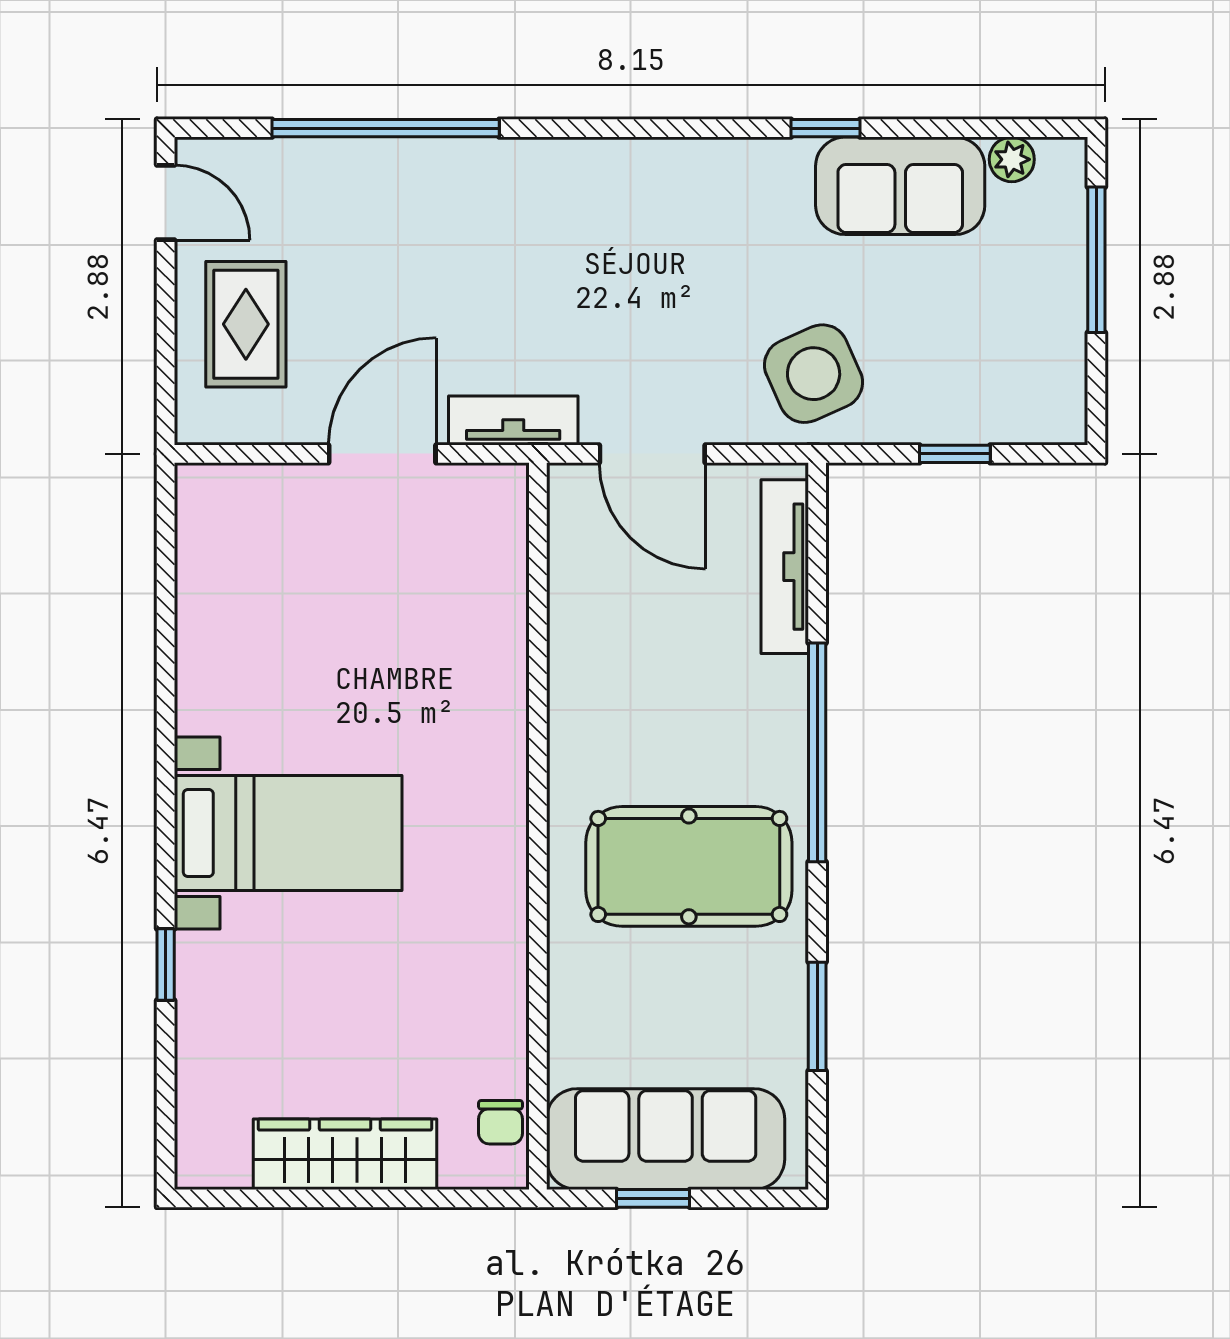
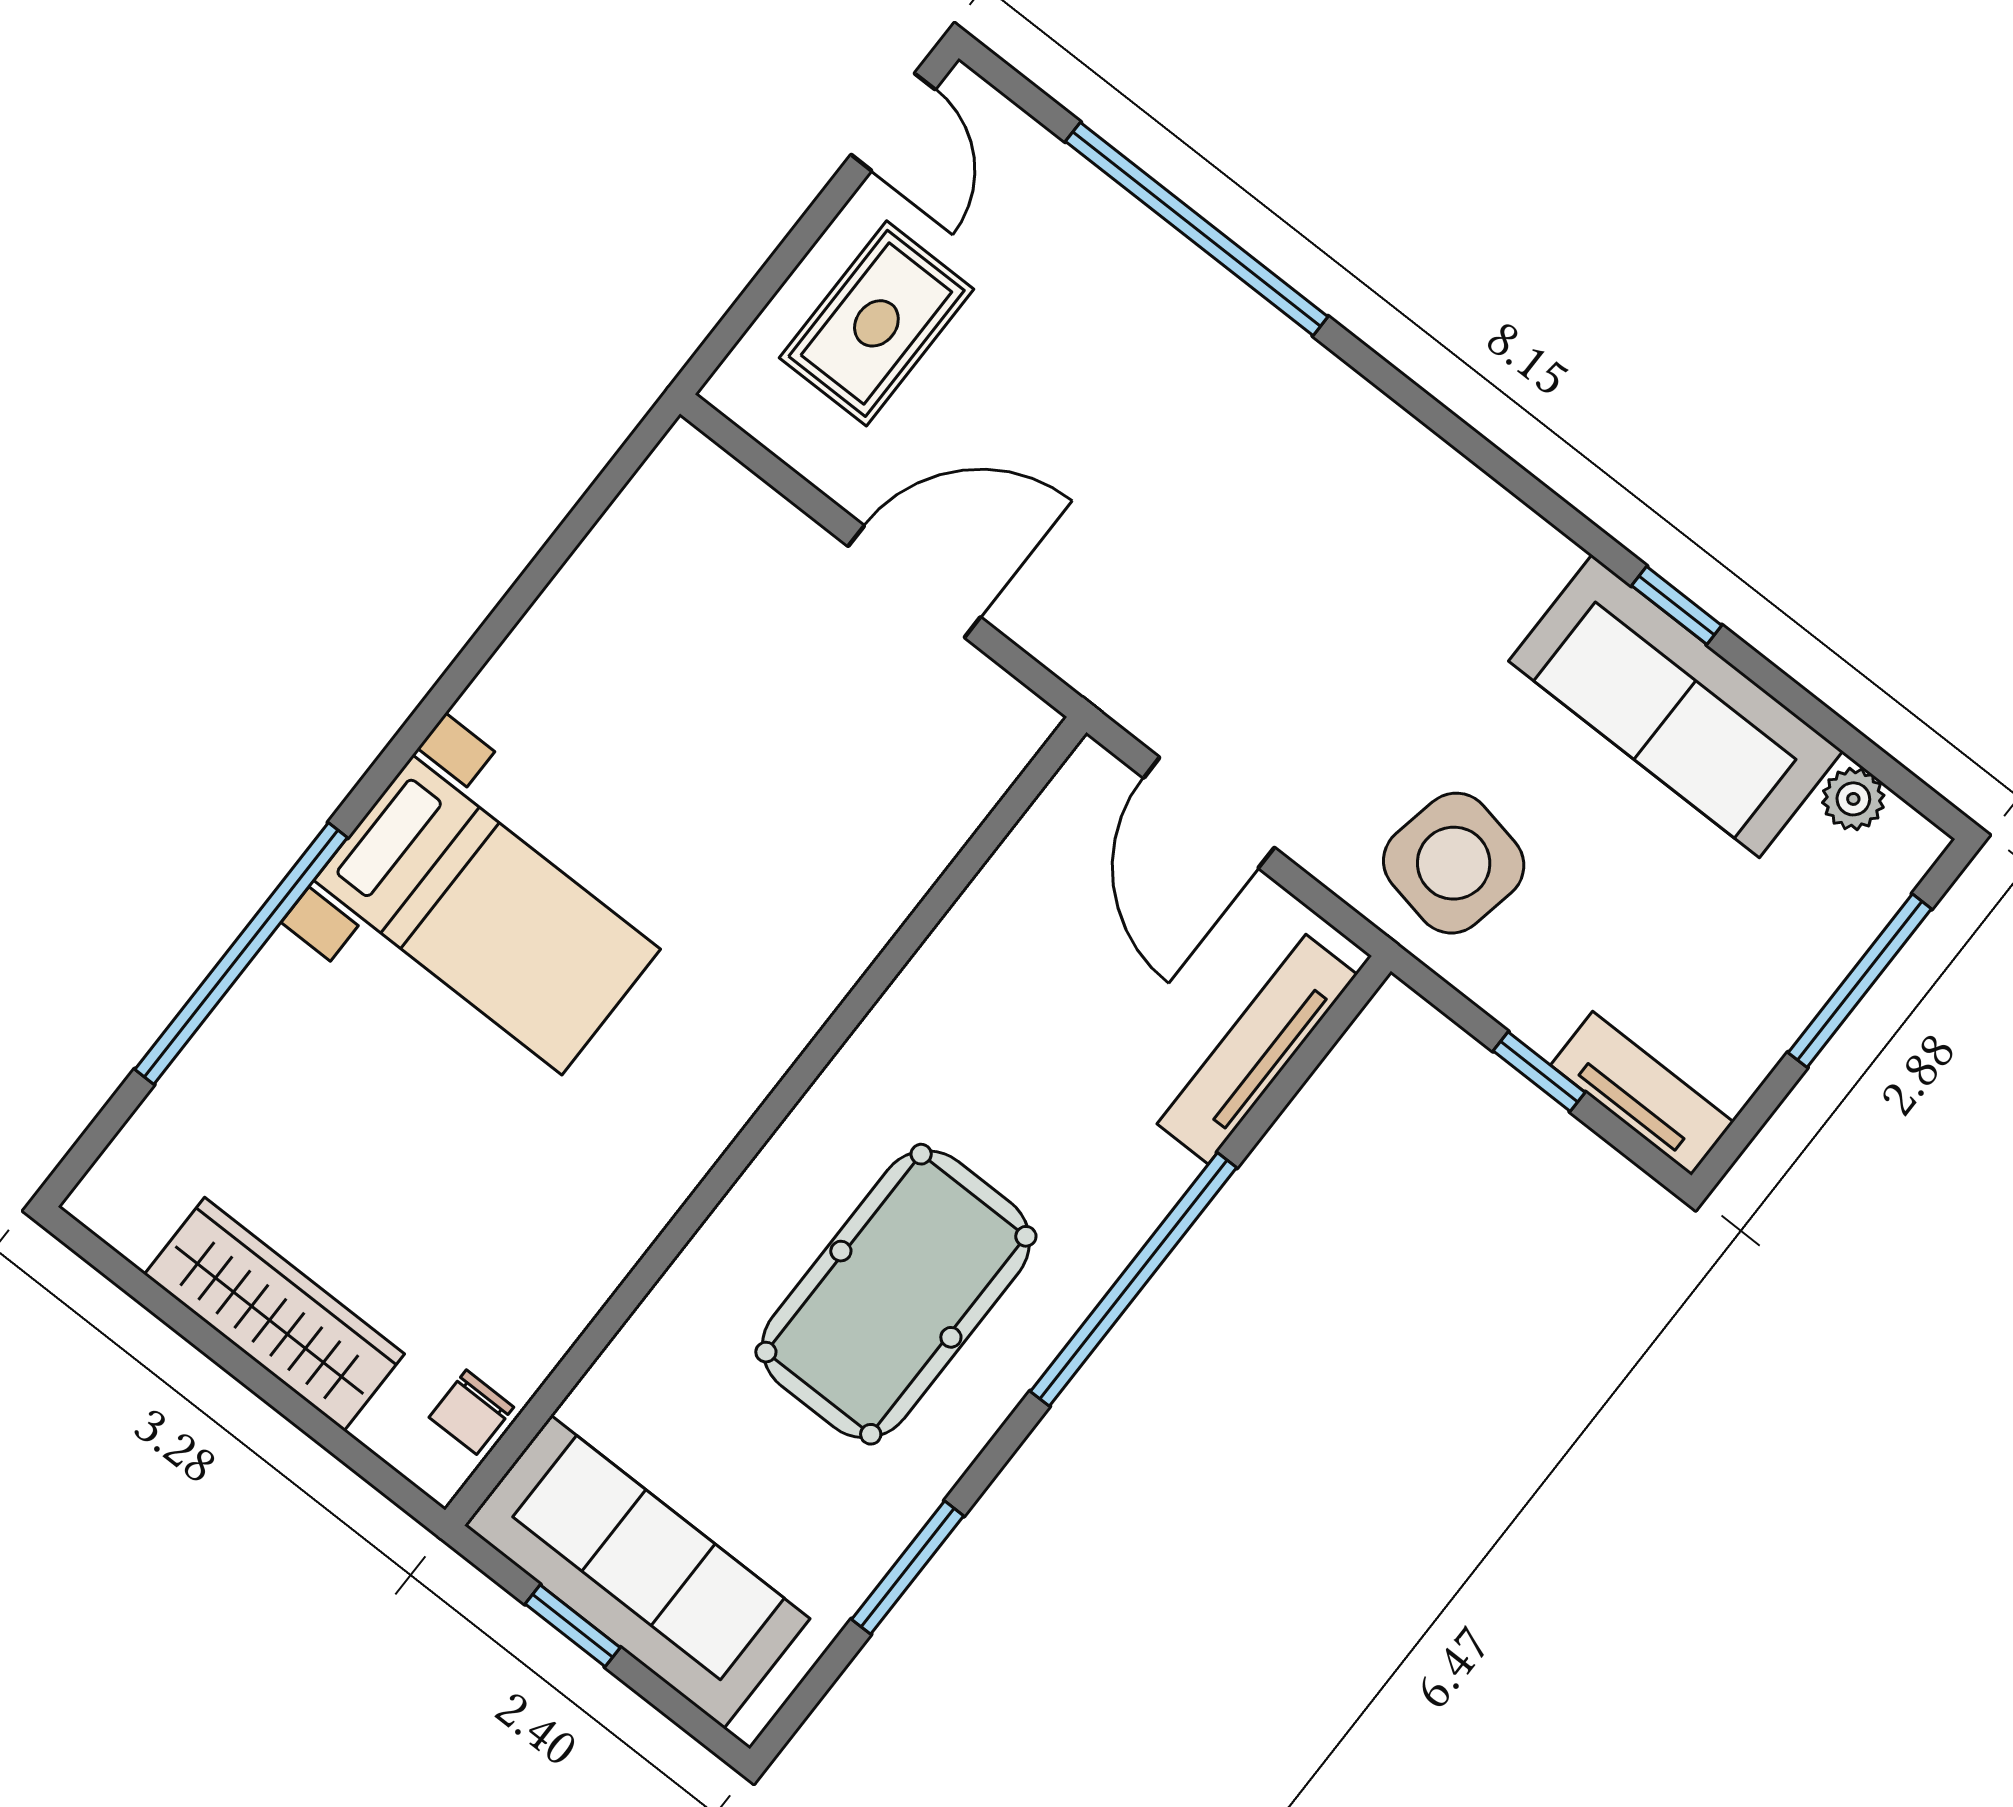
sofa: (900, 186) -> (1676, 706), width x1.36
side table: (814, 374) -> (1454, 863), turned 35
tv unit: (513, 421) -> (1642, 1093), moved
pool table: (689, 866) -> (896, 1294), turned 90
window: (166, 964) -> (241, 954), width x3.17

